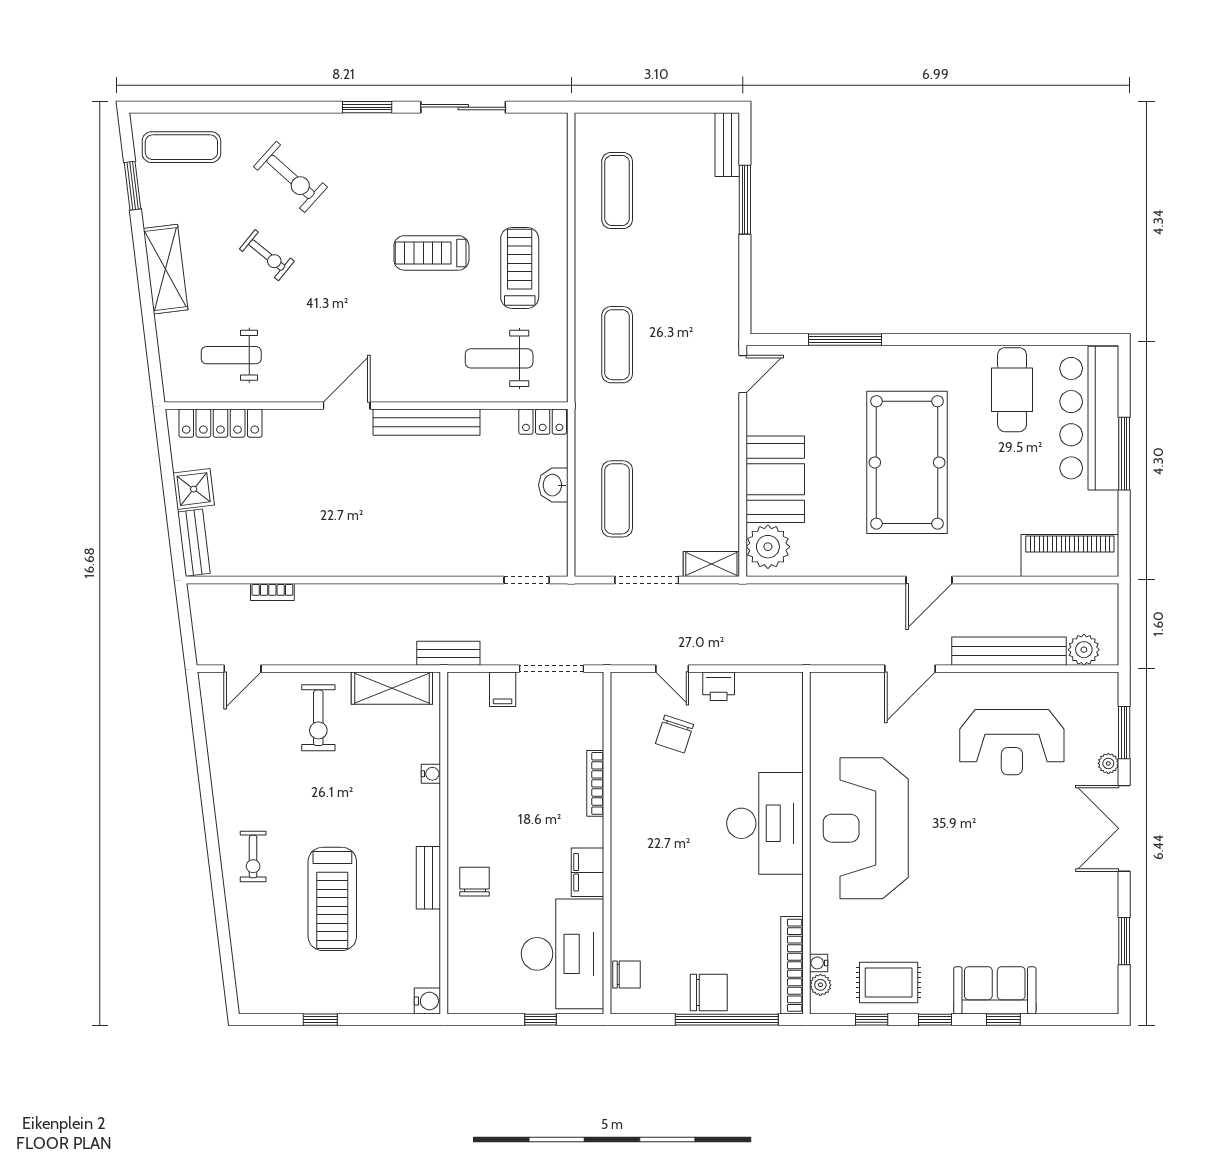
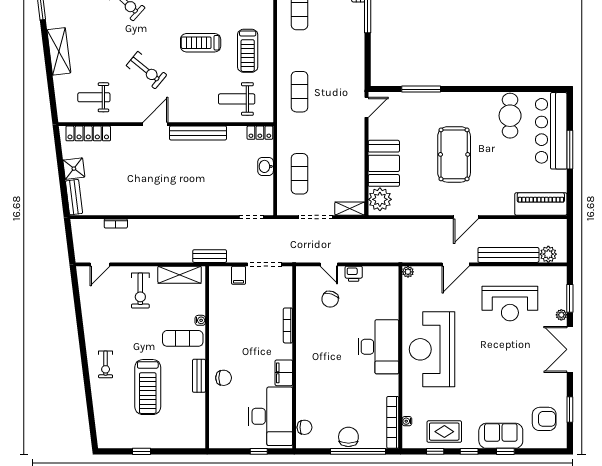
exercise bike: (267, 255) -> (146, 70), moved, width x1.38, depth x1.39
treadmill: (520, 268) -> (248, 51), turned 180
pool table: (907, 462) -> (454, 154), width x0.73, depth x0.76
exercise mat: (398, 808) -> (183, 338), added
chair: (475, 882) -> (224, 378), turned 90
armchair: (1076, 959) -> (544, 419), added
plant: (820, 985) -> (408, 272), moved
chair: (709, 992) -> (348, 437), turned -90
water cooler: (427, 1001) -> (198, 441), removed

